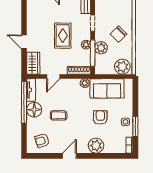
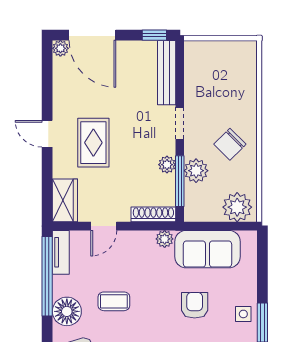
rug: (63, 36) -> (93, 143), moved
door: (24, 42) -> (47, 134), moved
floor lamp: (34, 110) -> (67, 311), moved

